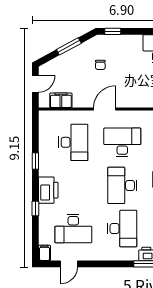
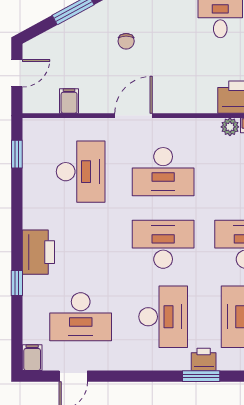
filing cabinet: (61, 100) -> (69, 101), width x0.50
desk: (122, 142) -> (163, 172), turned 180
window: (35, 161) -> (17, 154), moved
desk: (122, 185) -> (163, 244), turned 90

